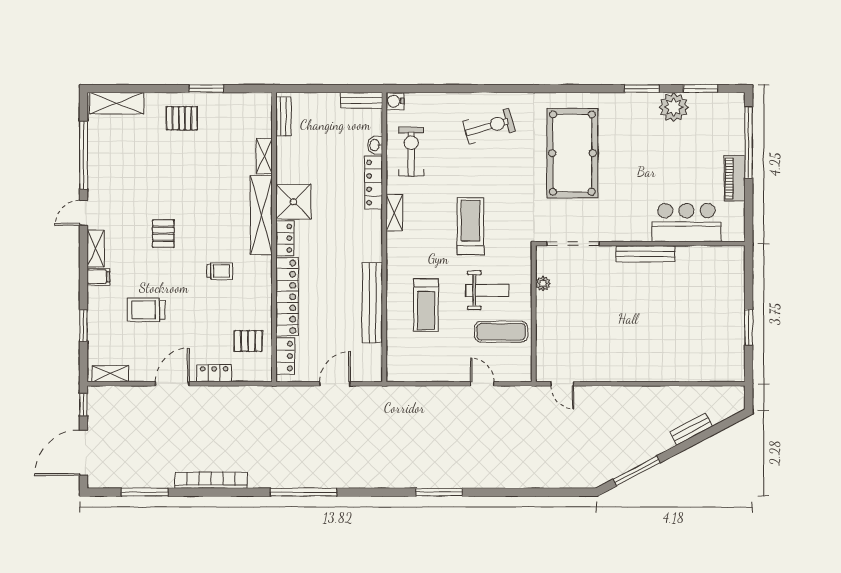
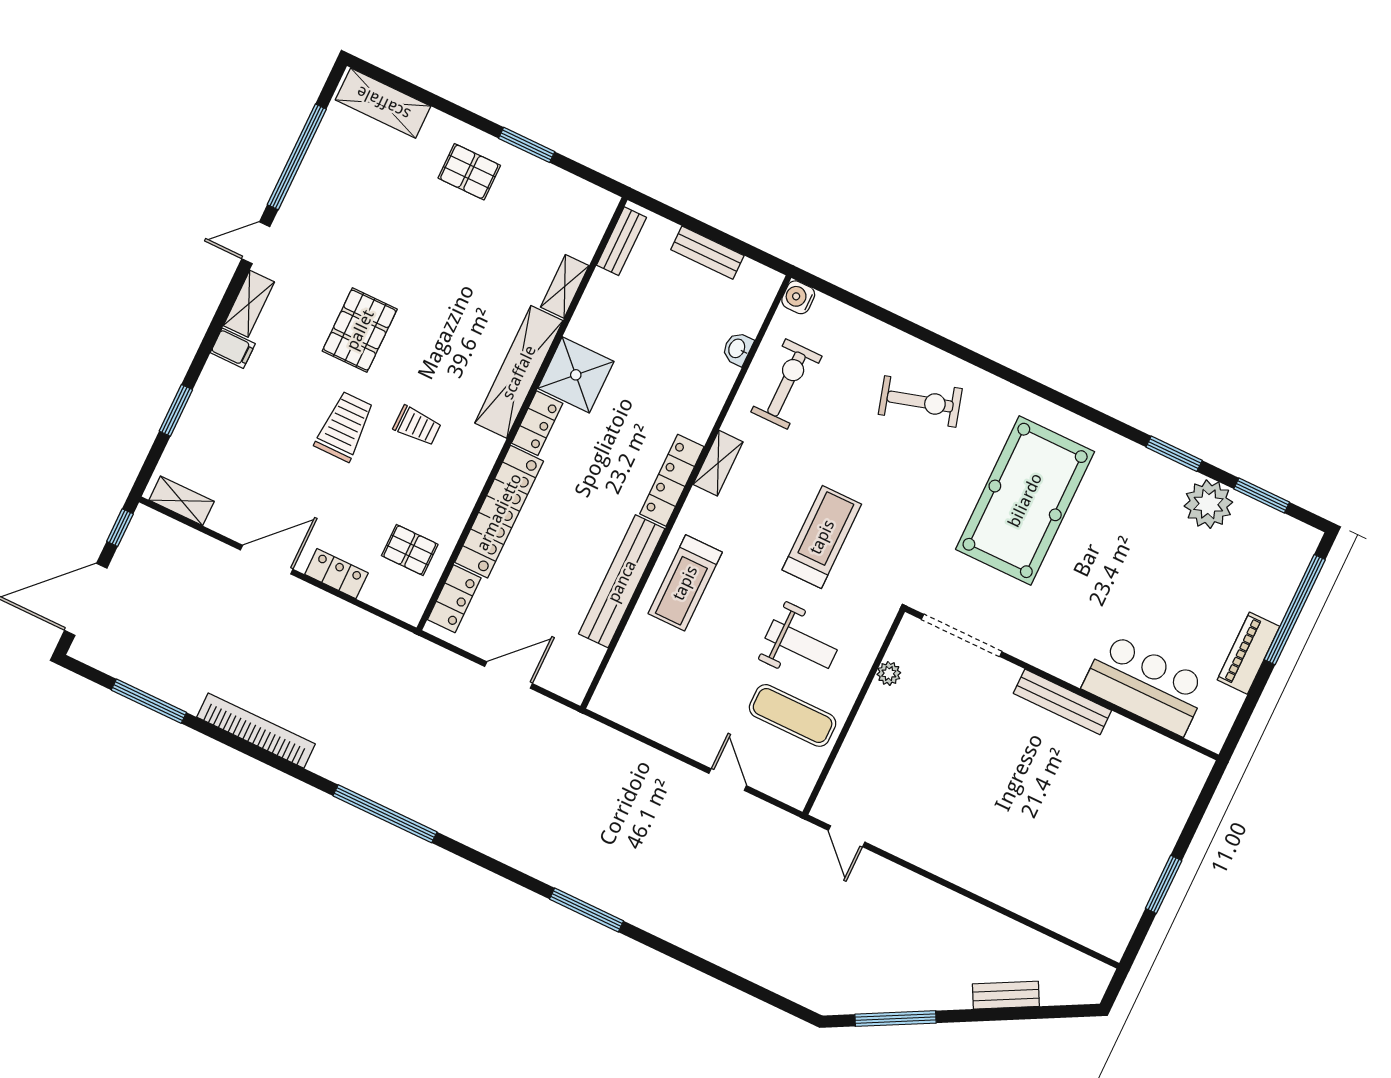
bench: (361, 100) -> (707, 253), moved
locker: (374, 183) -> (672, 480), moved
pallet: (163, 234) -> (360, 330), width x1.50, depth x1.42
treadmill: (426, 305) -> (685, 583), moved
trolley: (146, 310) -> (344, 426), moved, turned 90

